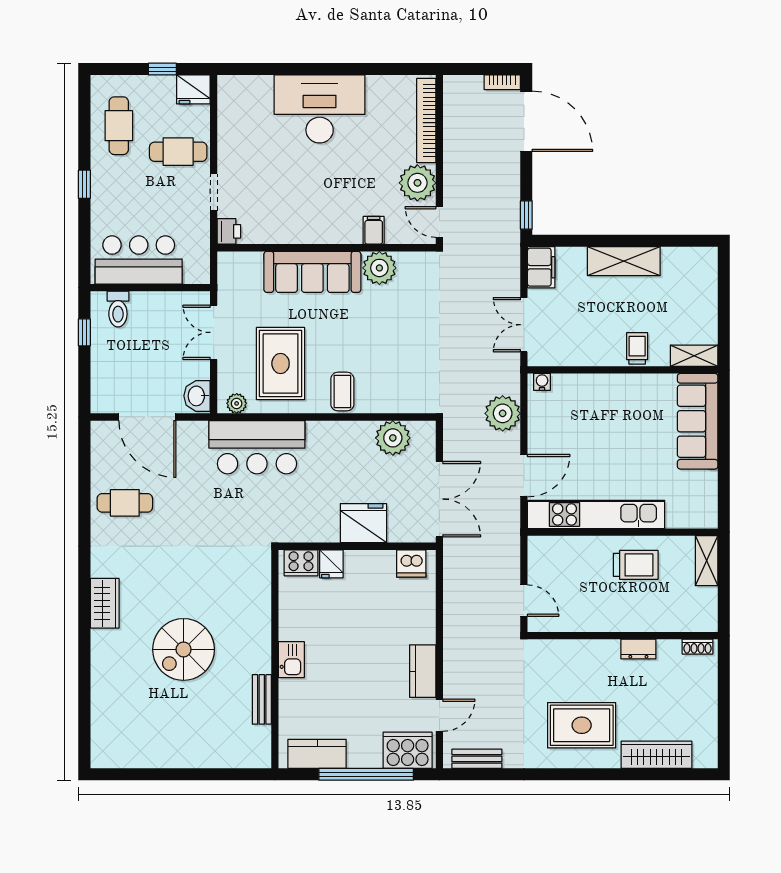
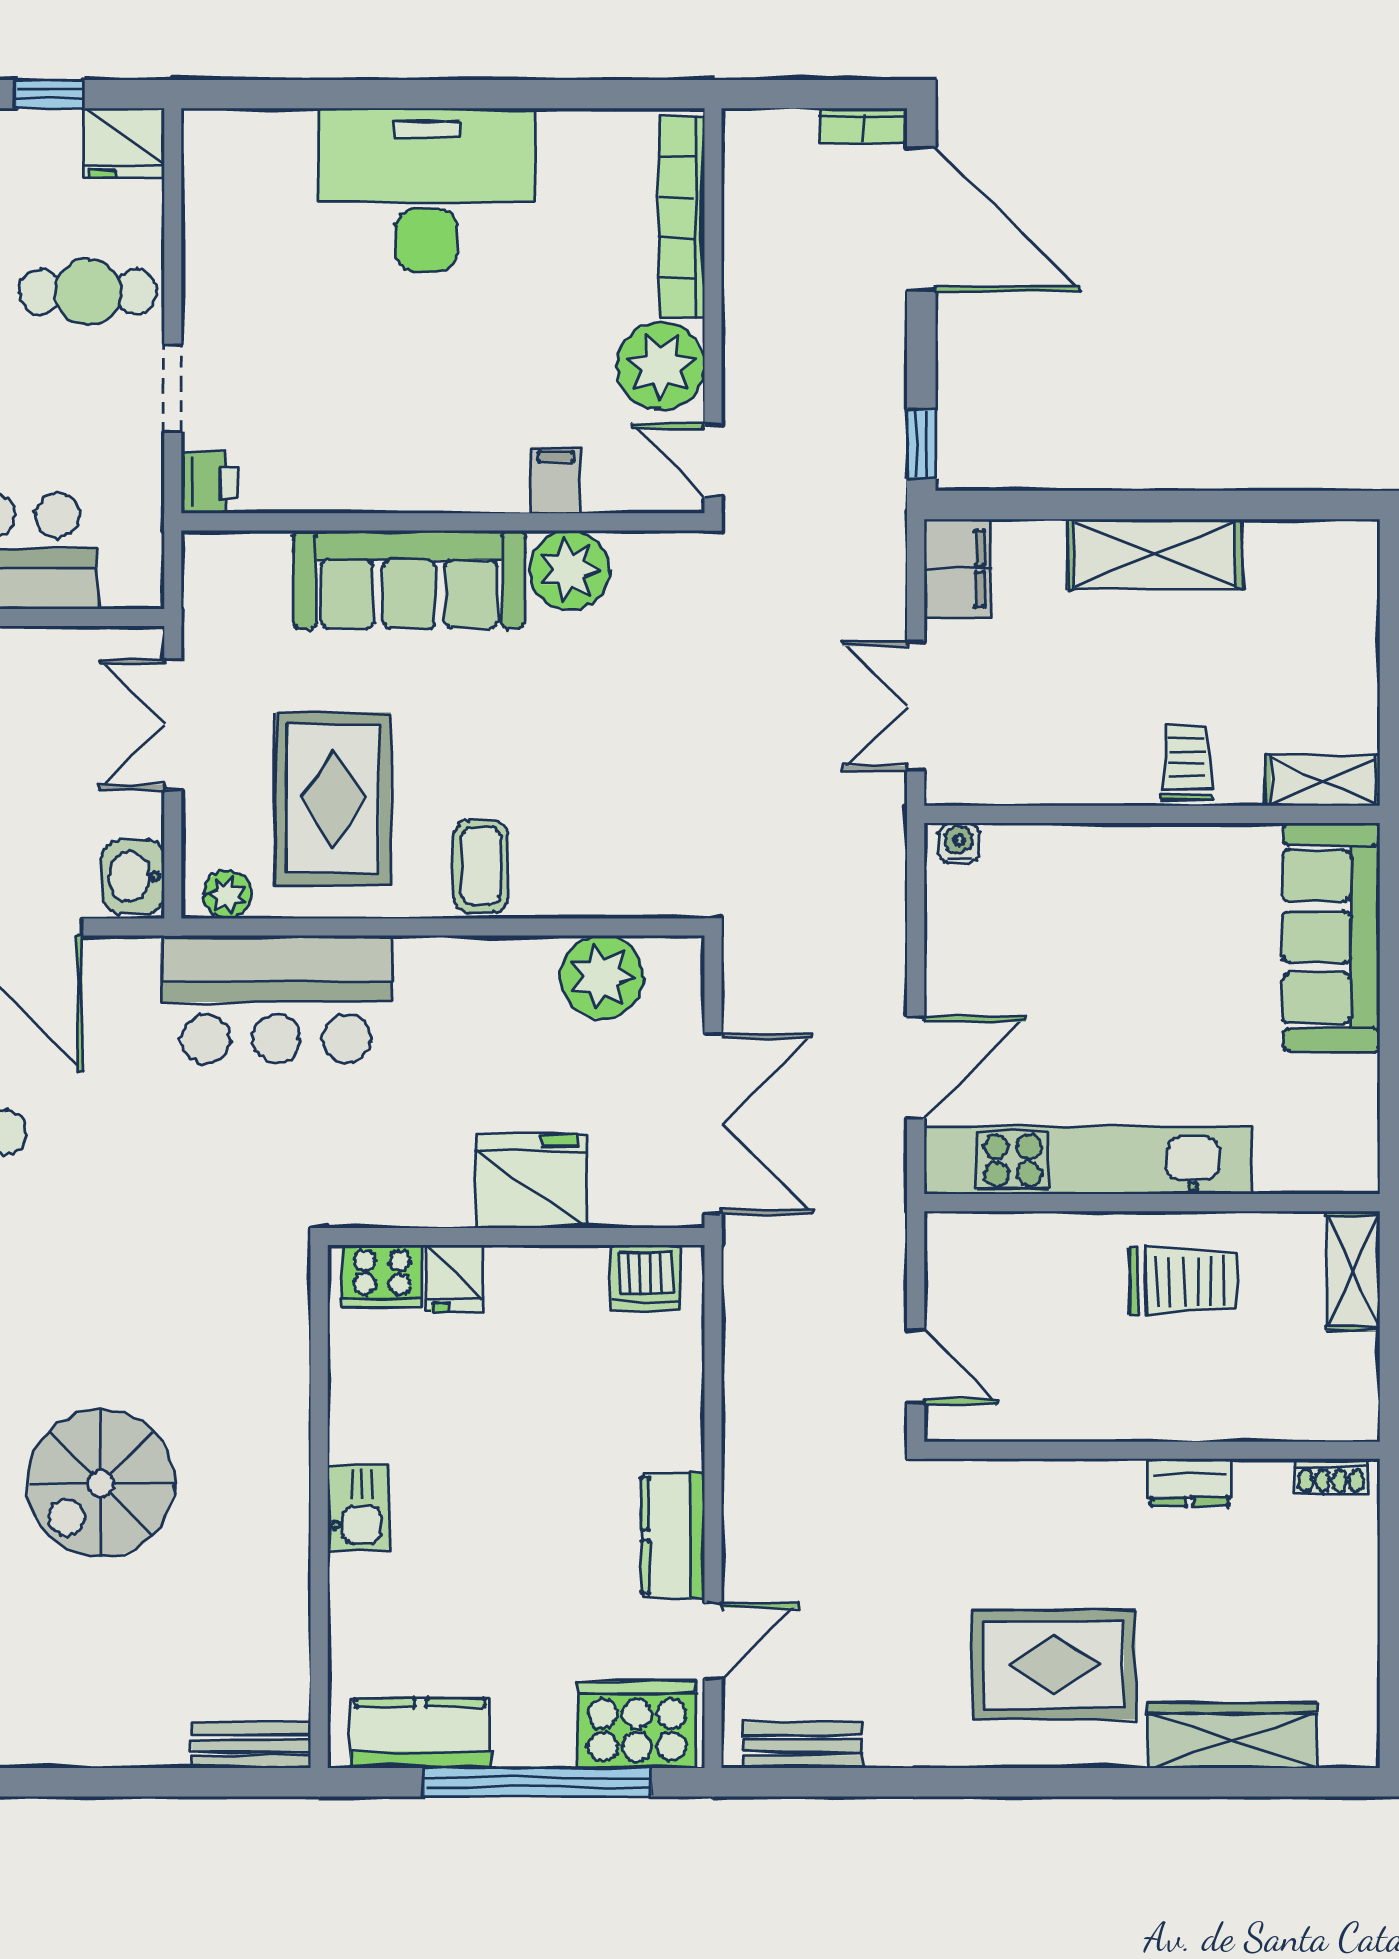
plant: (503, 413) -> (865, 918), removed
bench: (262, 699) -> (251, 1746), moved, turned 90

